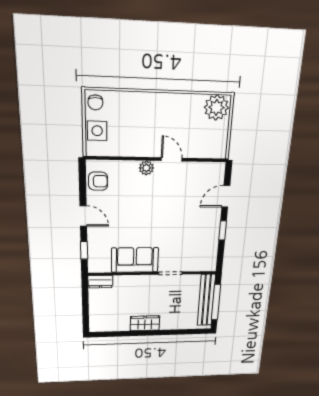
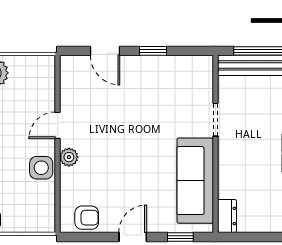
side table: (97, 131) -> (41, 168), moved
armchair: (98, 181) -> (87, 218), turned 90
sofa: (135, 260) -> (195, 181), width x1.36

